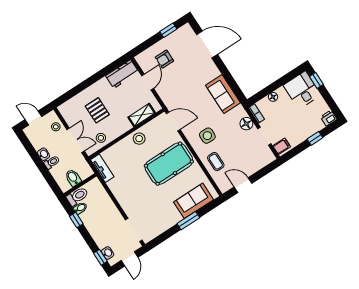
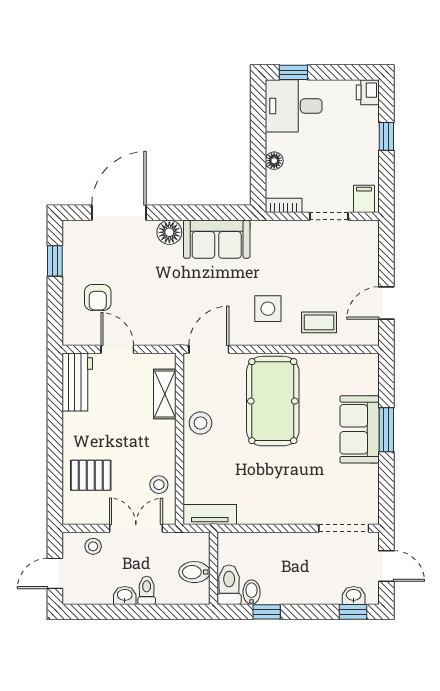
pallet: (97, 110) -> (91, 475), moved
floor lamp: (246, 124) -> (169, 232), moved
sofa: (194, 201) -> (360, 429), moved

